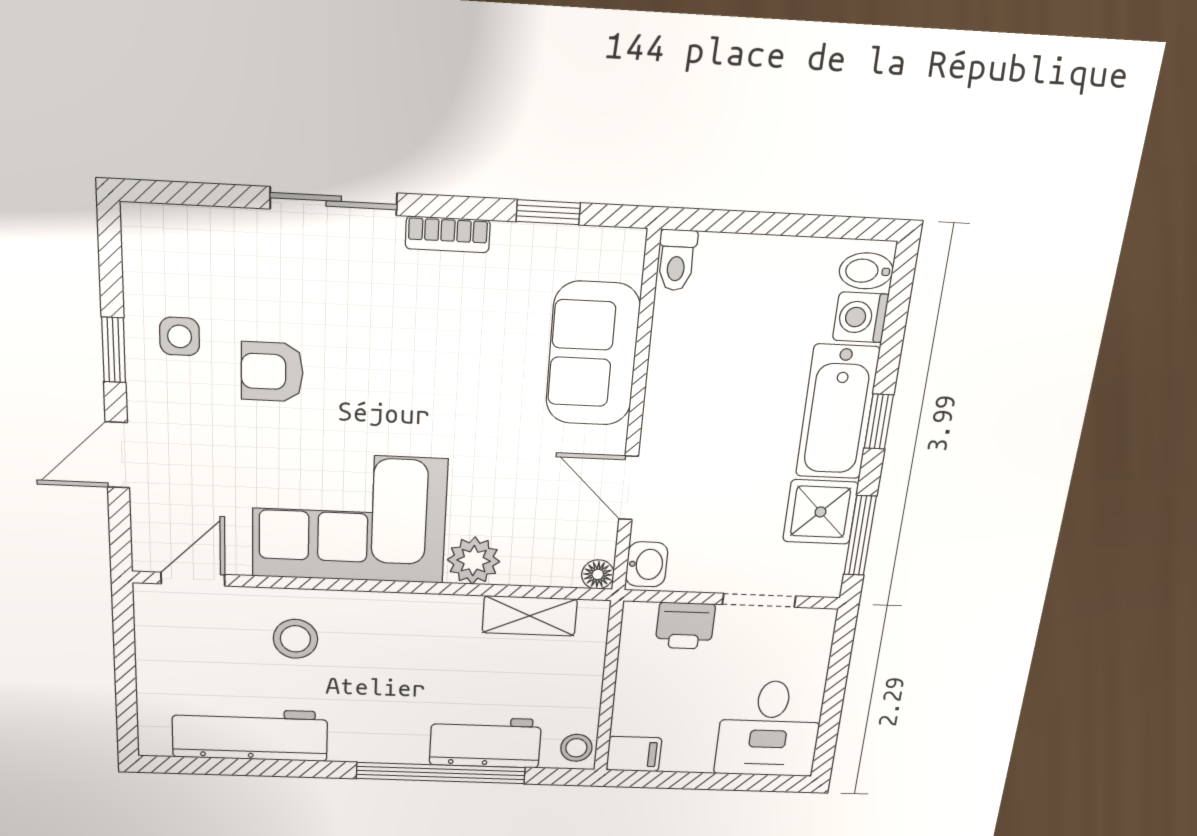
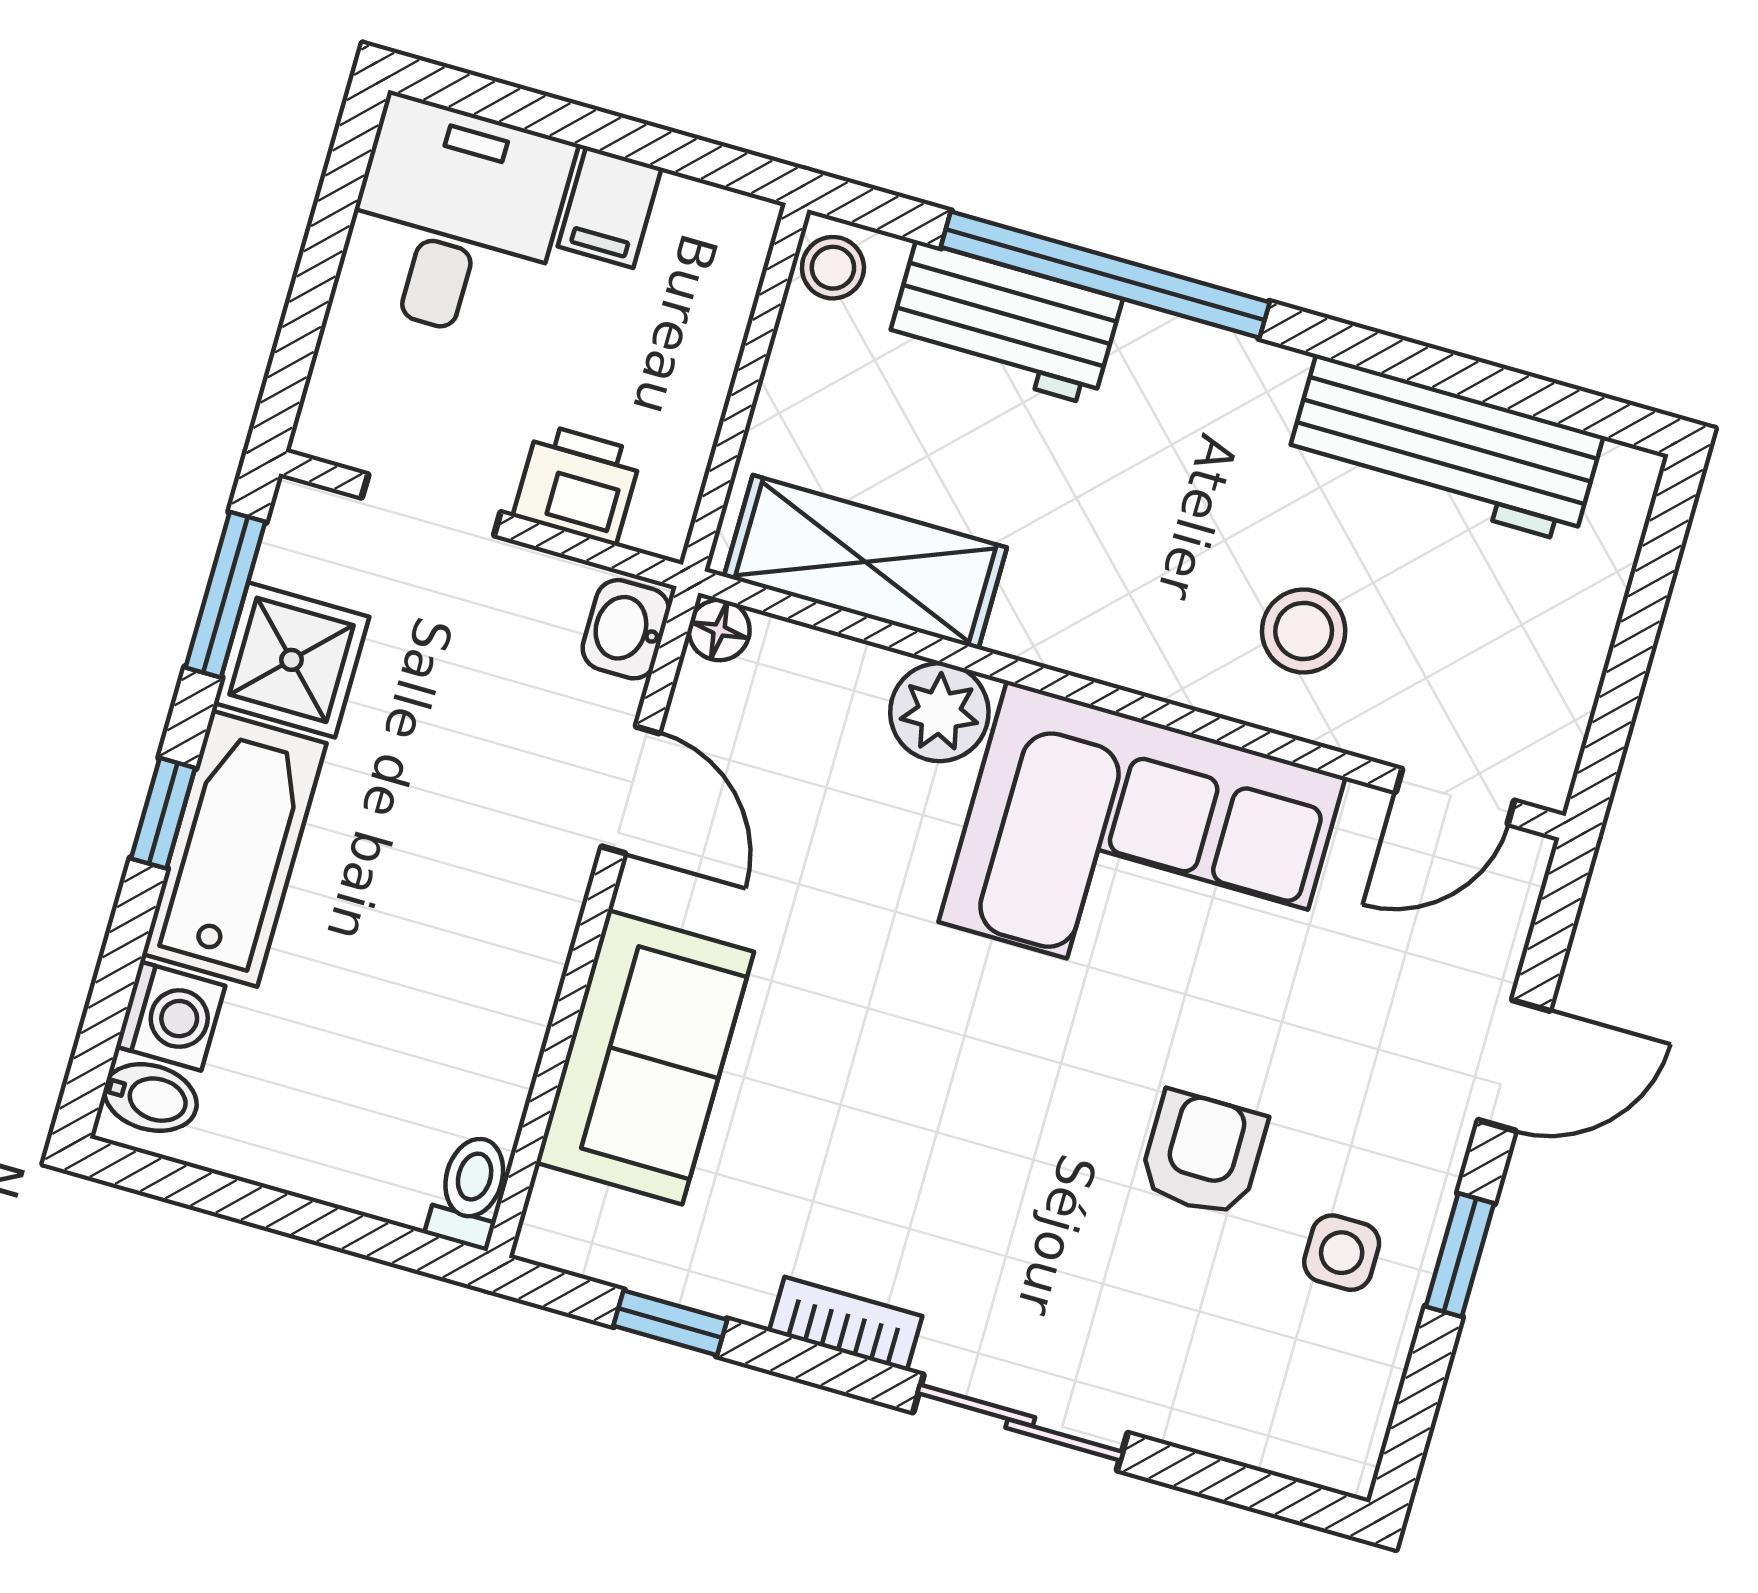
armchair: (272, 372) -> (1203, 1154), turned -90
shelving: (530, 616) -> (865, 562), width x1.50, depth x1.33
filing cabinet: (634, 754) -> (610, 207), moved, turned -90

